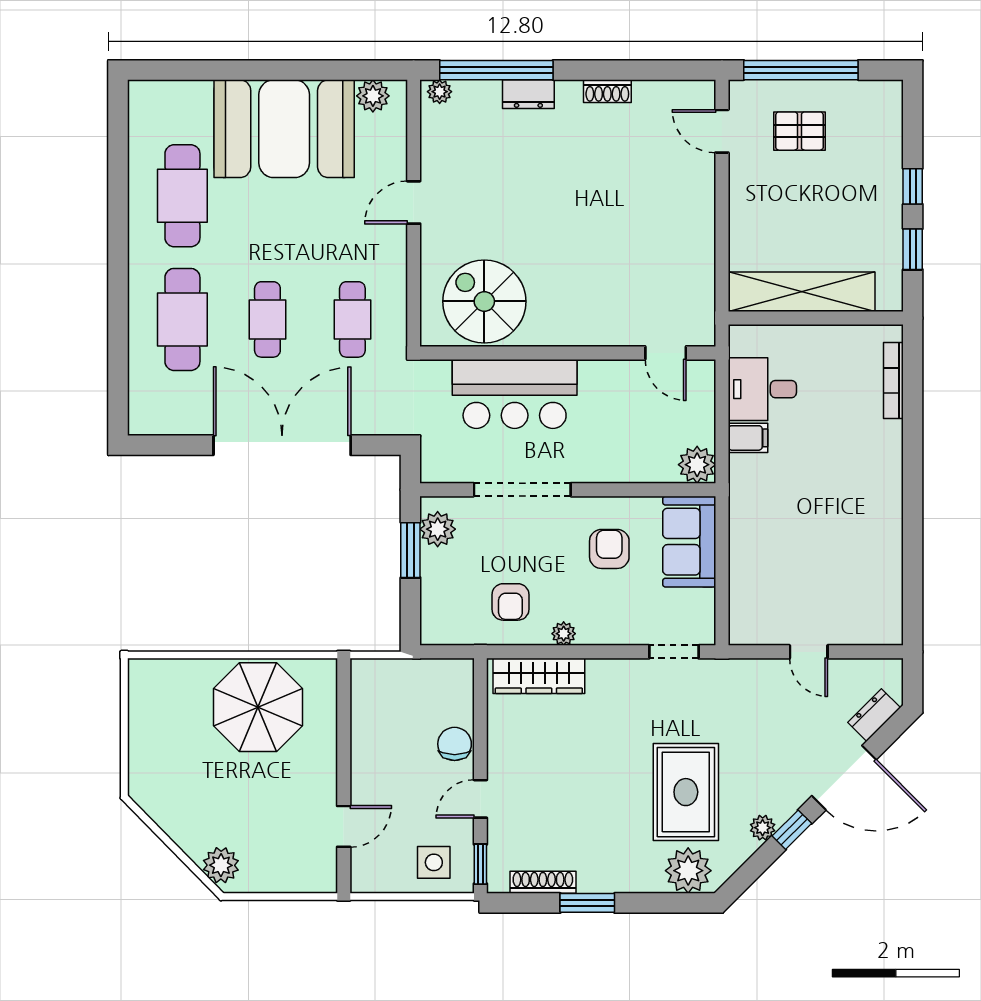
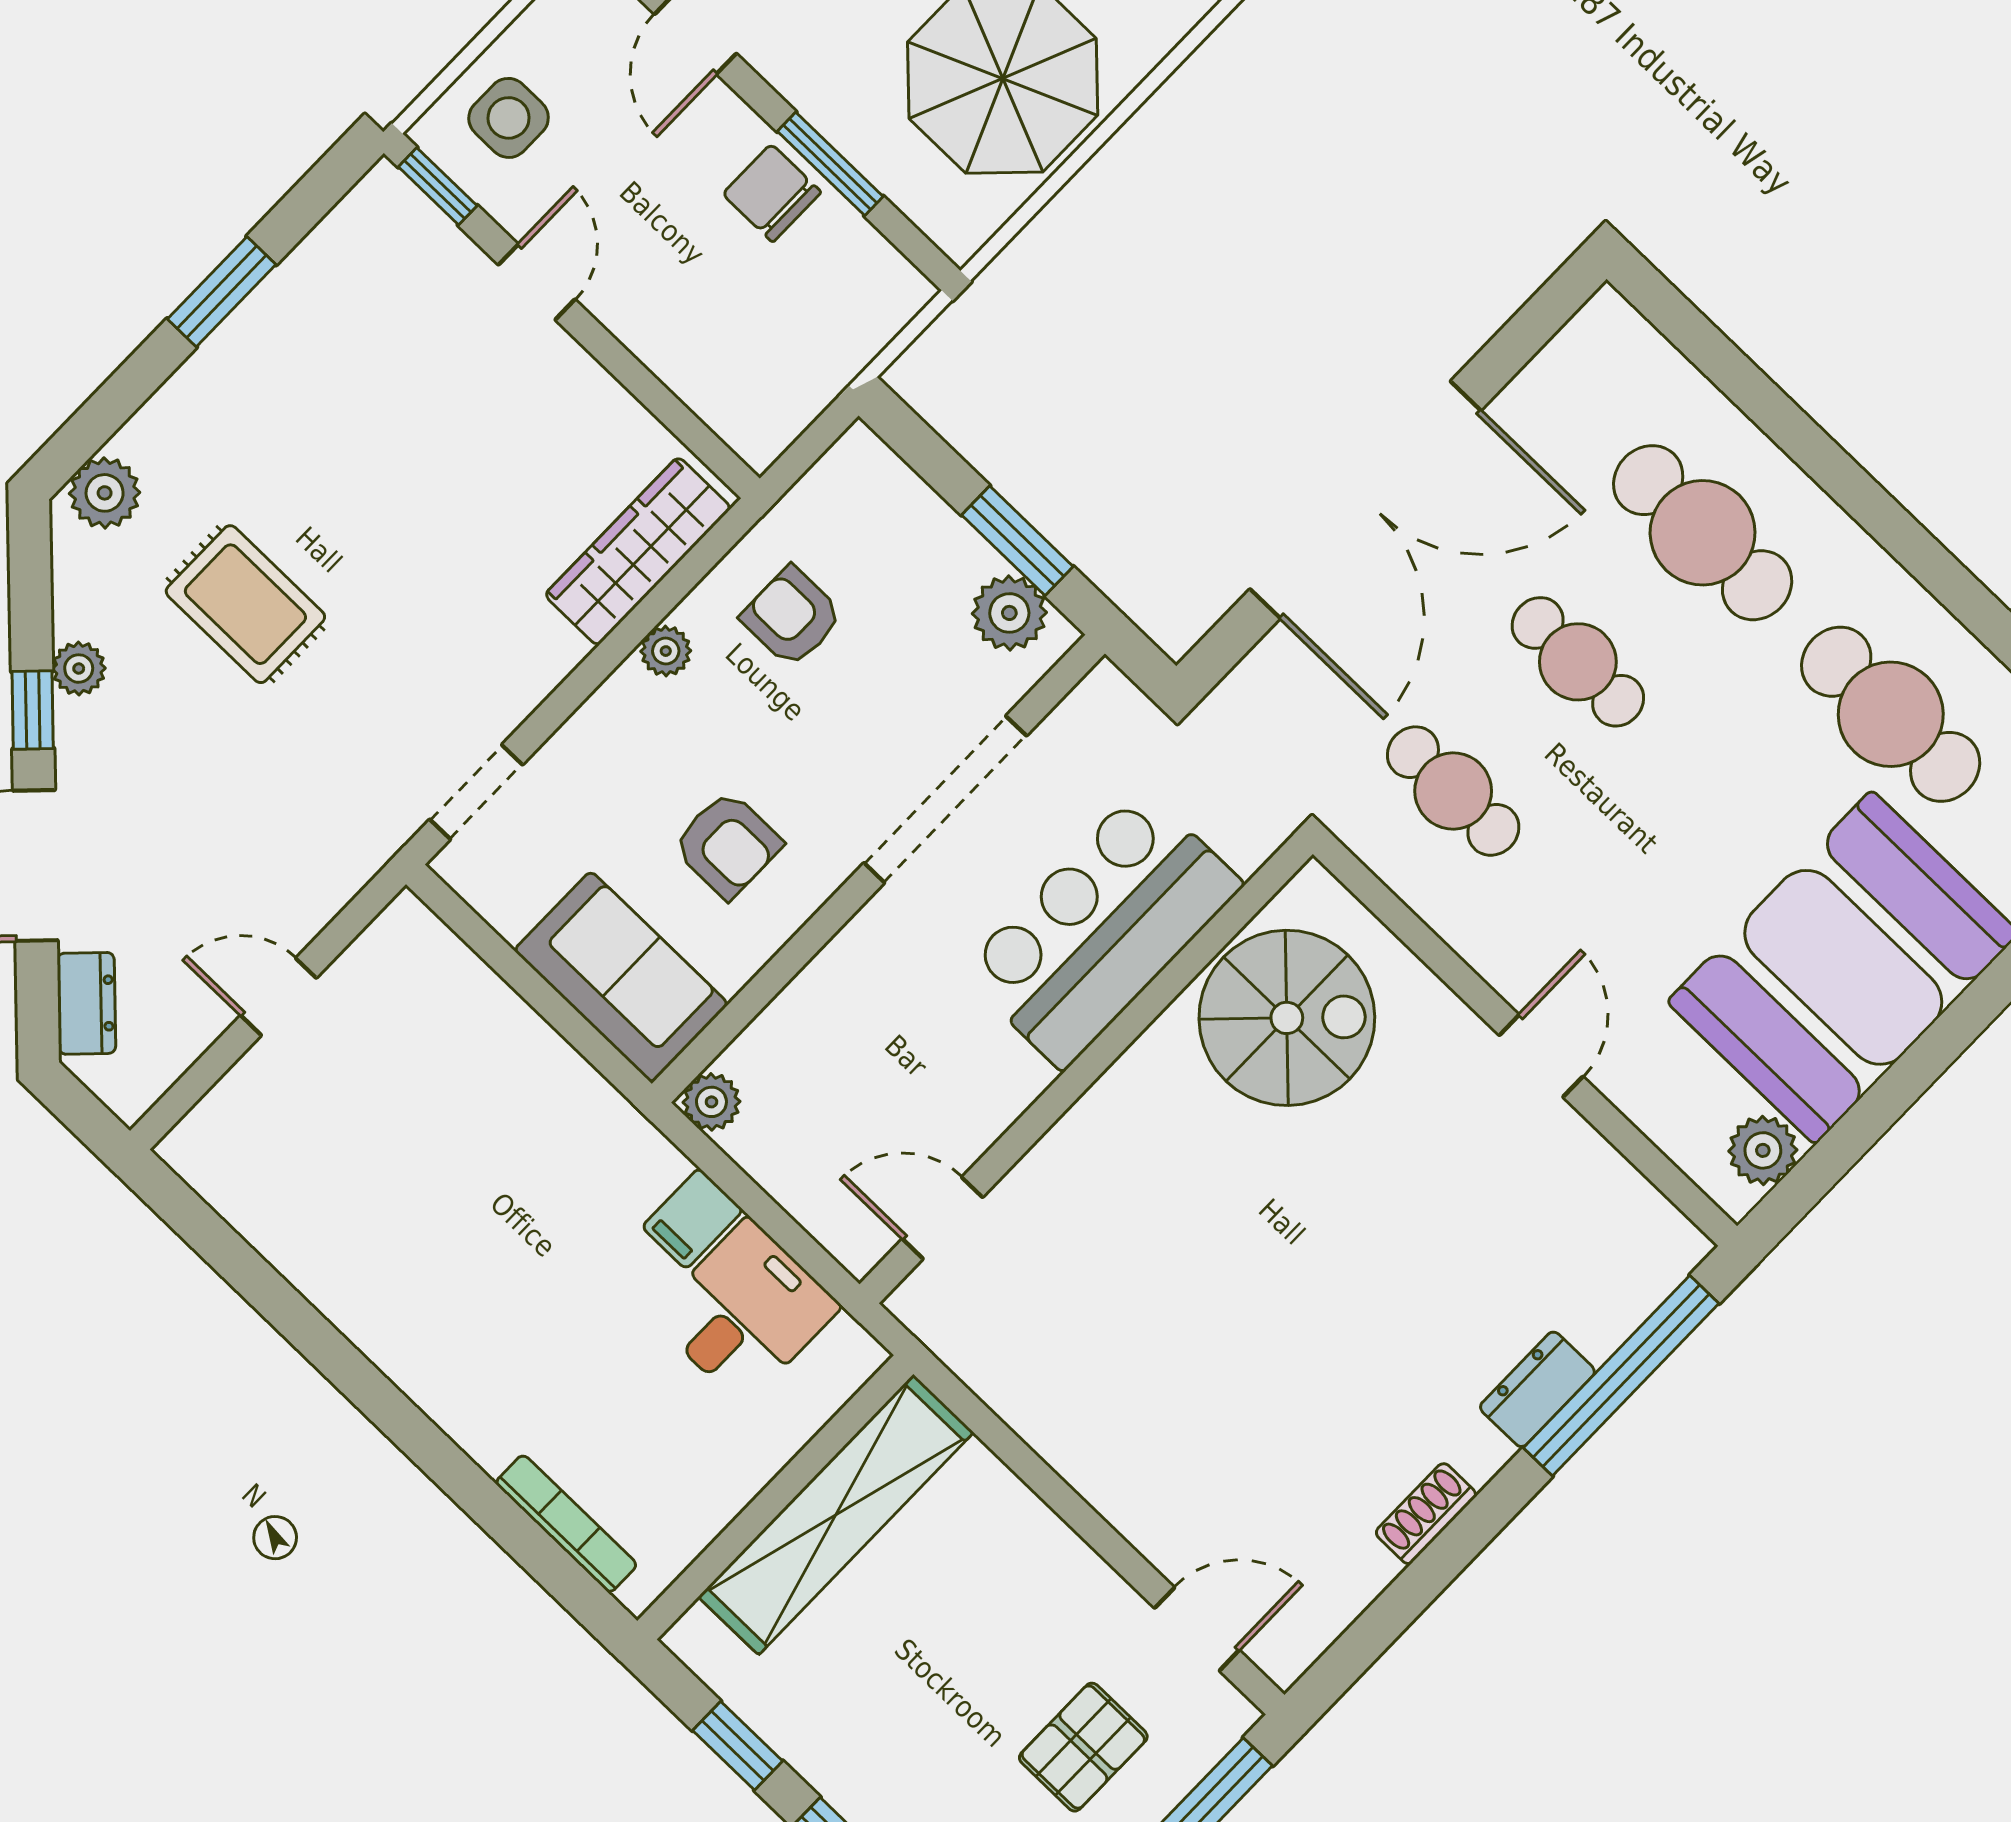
plant: (440, 92) -> (1671, 1258), removed
plant: (697, 465) -> (711, 1102), width x0.73, depth x0.73
window: (344, 738) -> (830, 164), added
chair: (455, 744) -> (772, 193), moved, turned 180
rug: (686, 792) -> (245, 604), width x0.73, depth x0.70
plant: (688, 871) -> (105, 493), width x0.73, depth x0.73
shoe rack: (543, 882) -> (318, 255), removed

